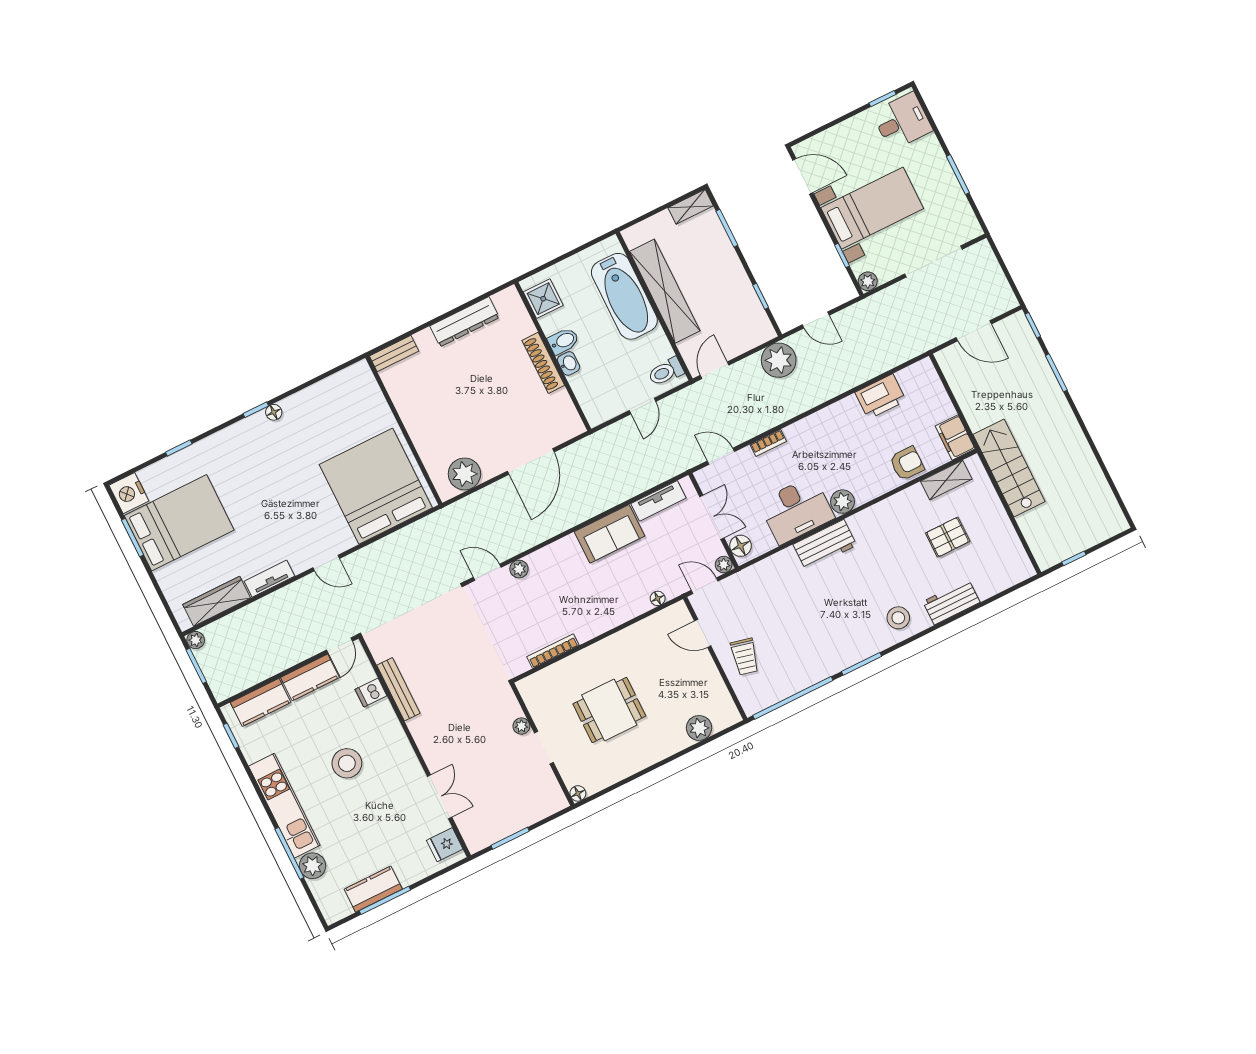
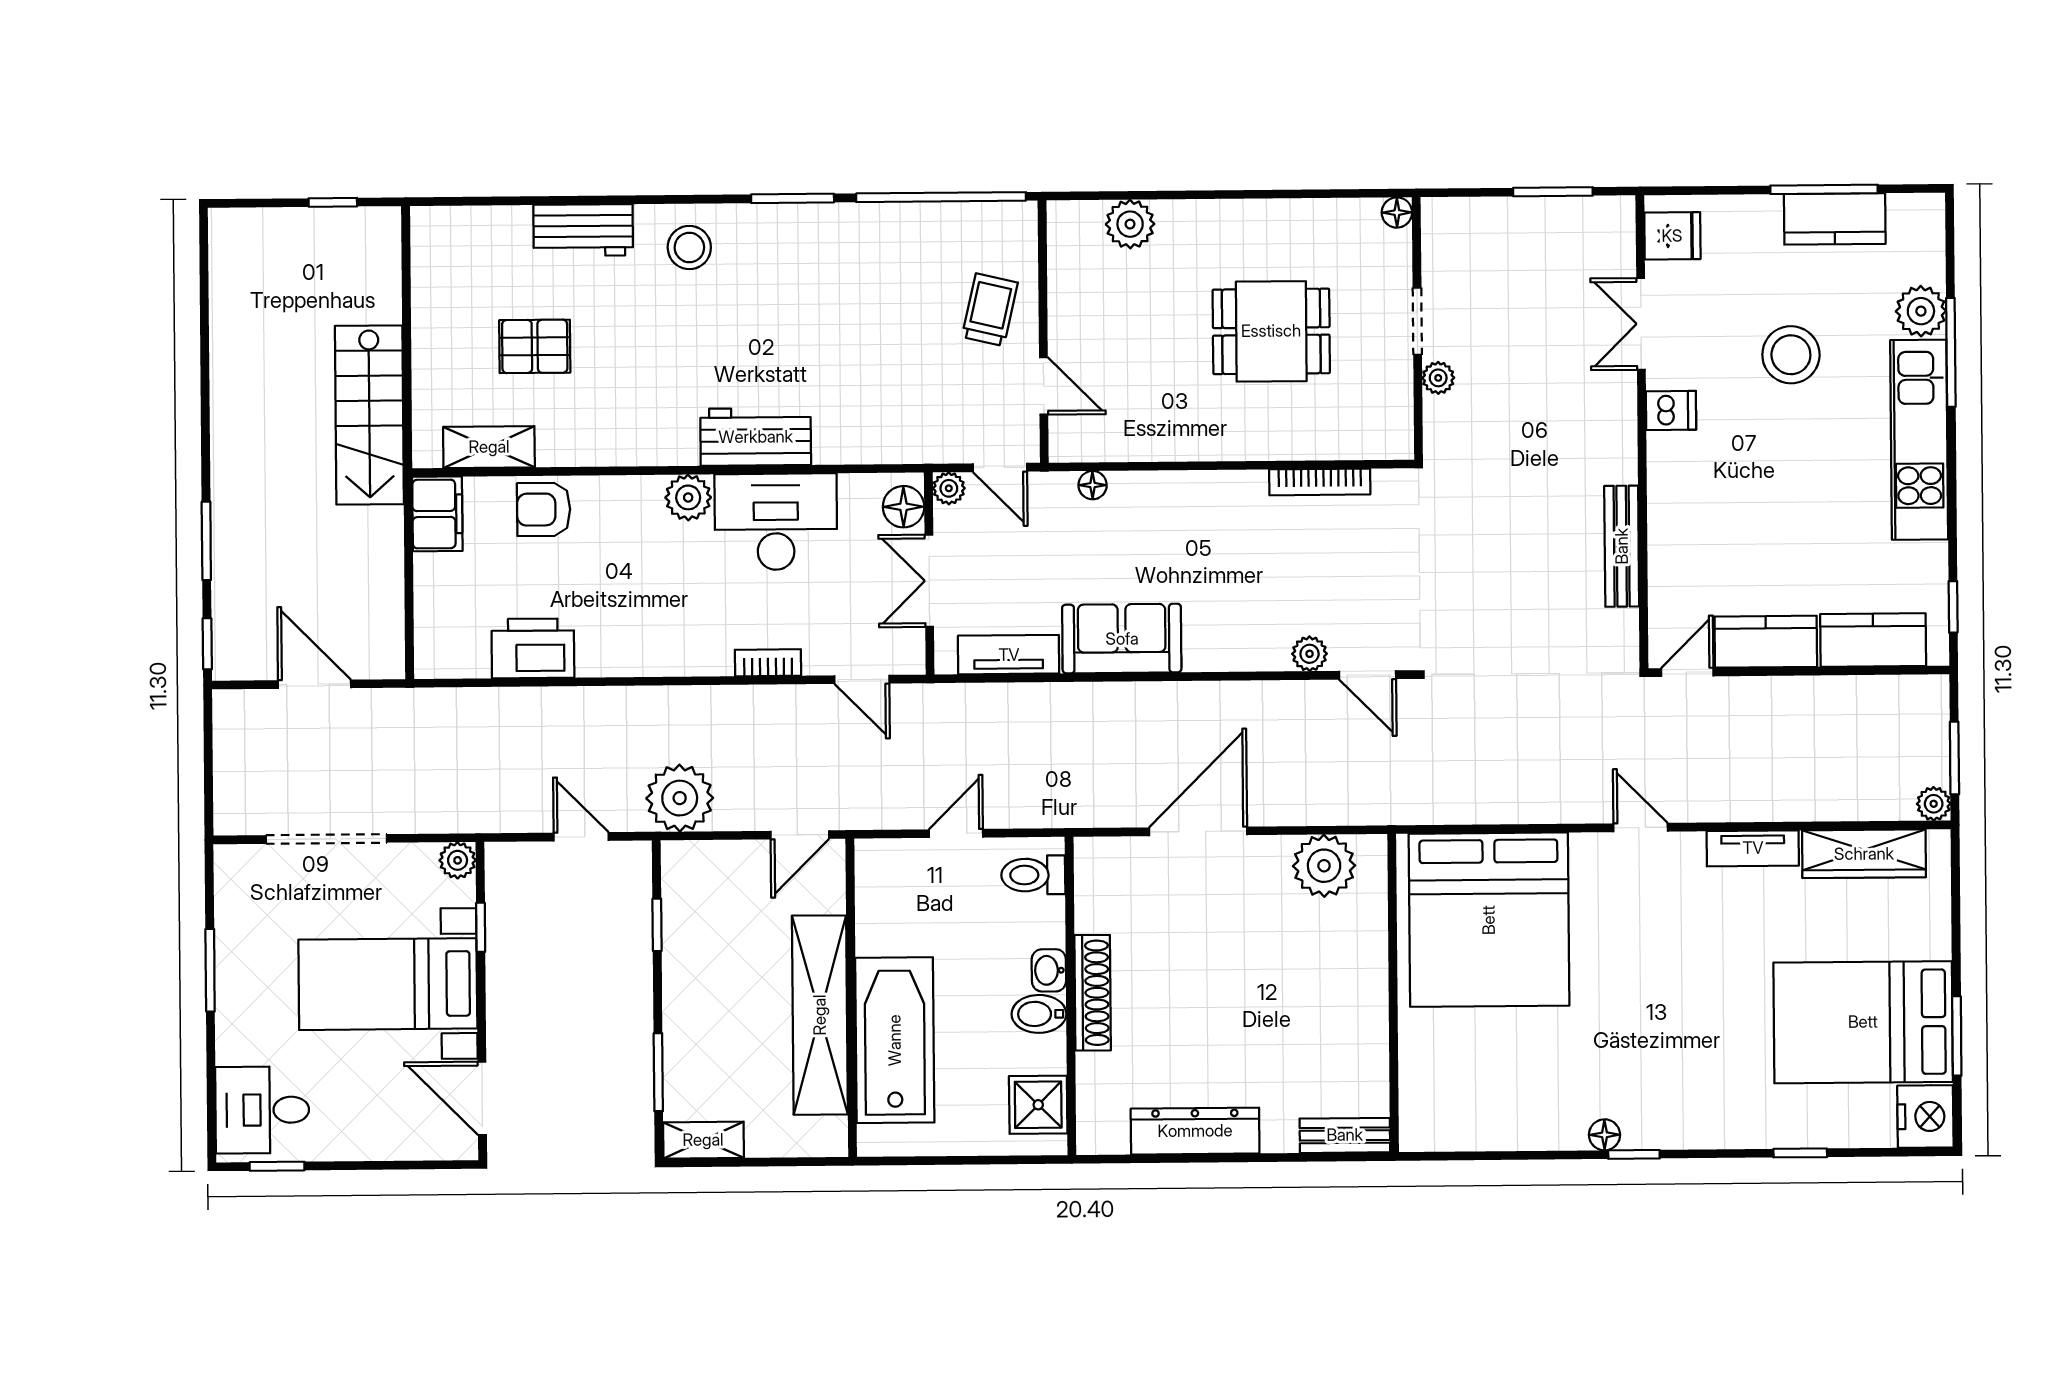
toilet: (666, 372) -> (1033, 875), moved, turned 180
dishwasher: (371, 693) -> (1671, 410), moved
stool: (347, 763) -> (1791, 355), moved

